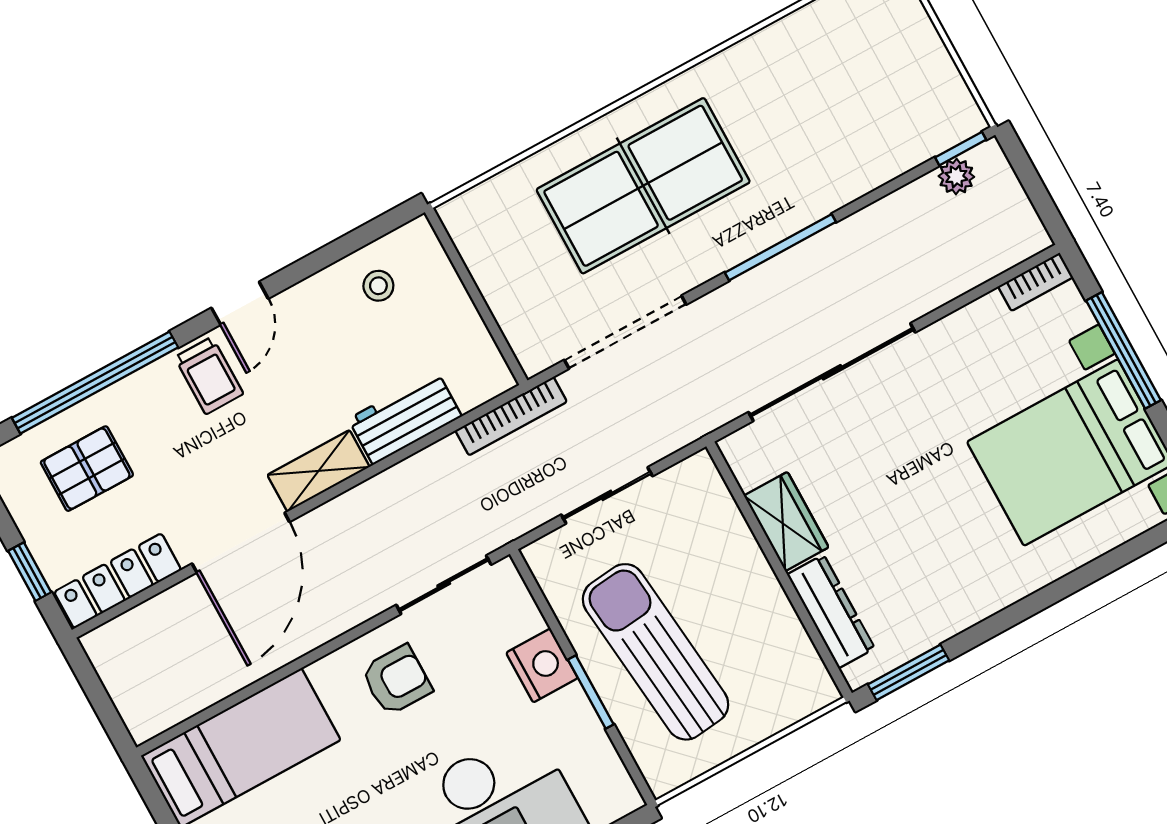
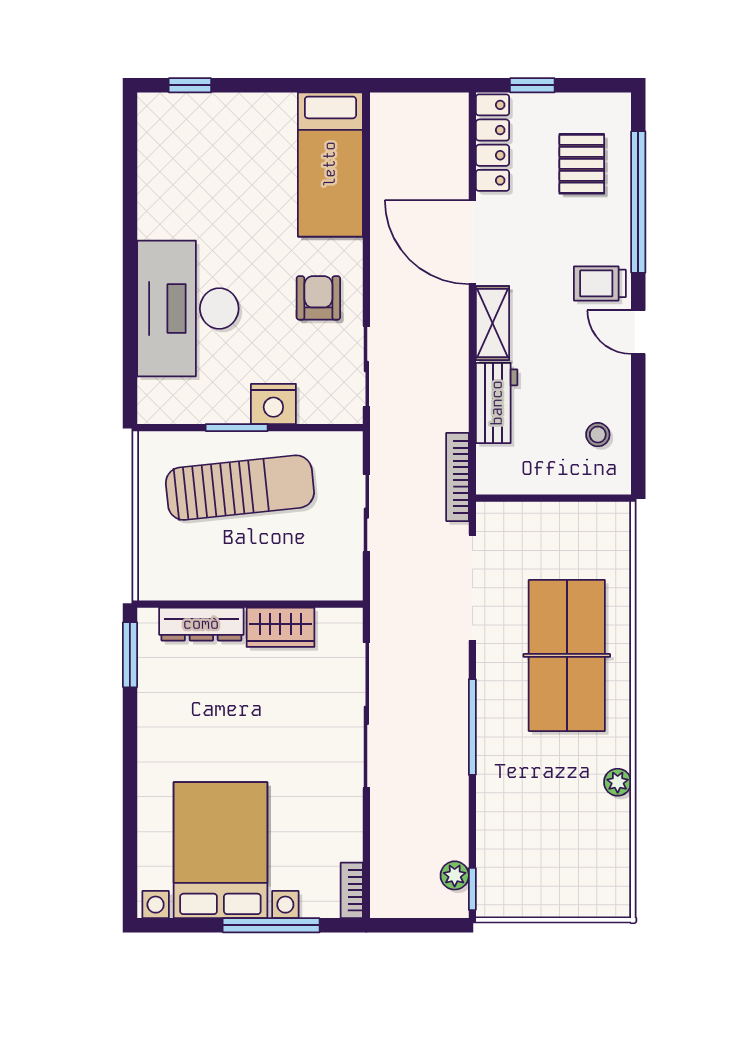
plant: (753, 52) -> (618, 782), added
armchair: (397, 680) -> (318, 298), turned 180

